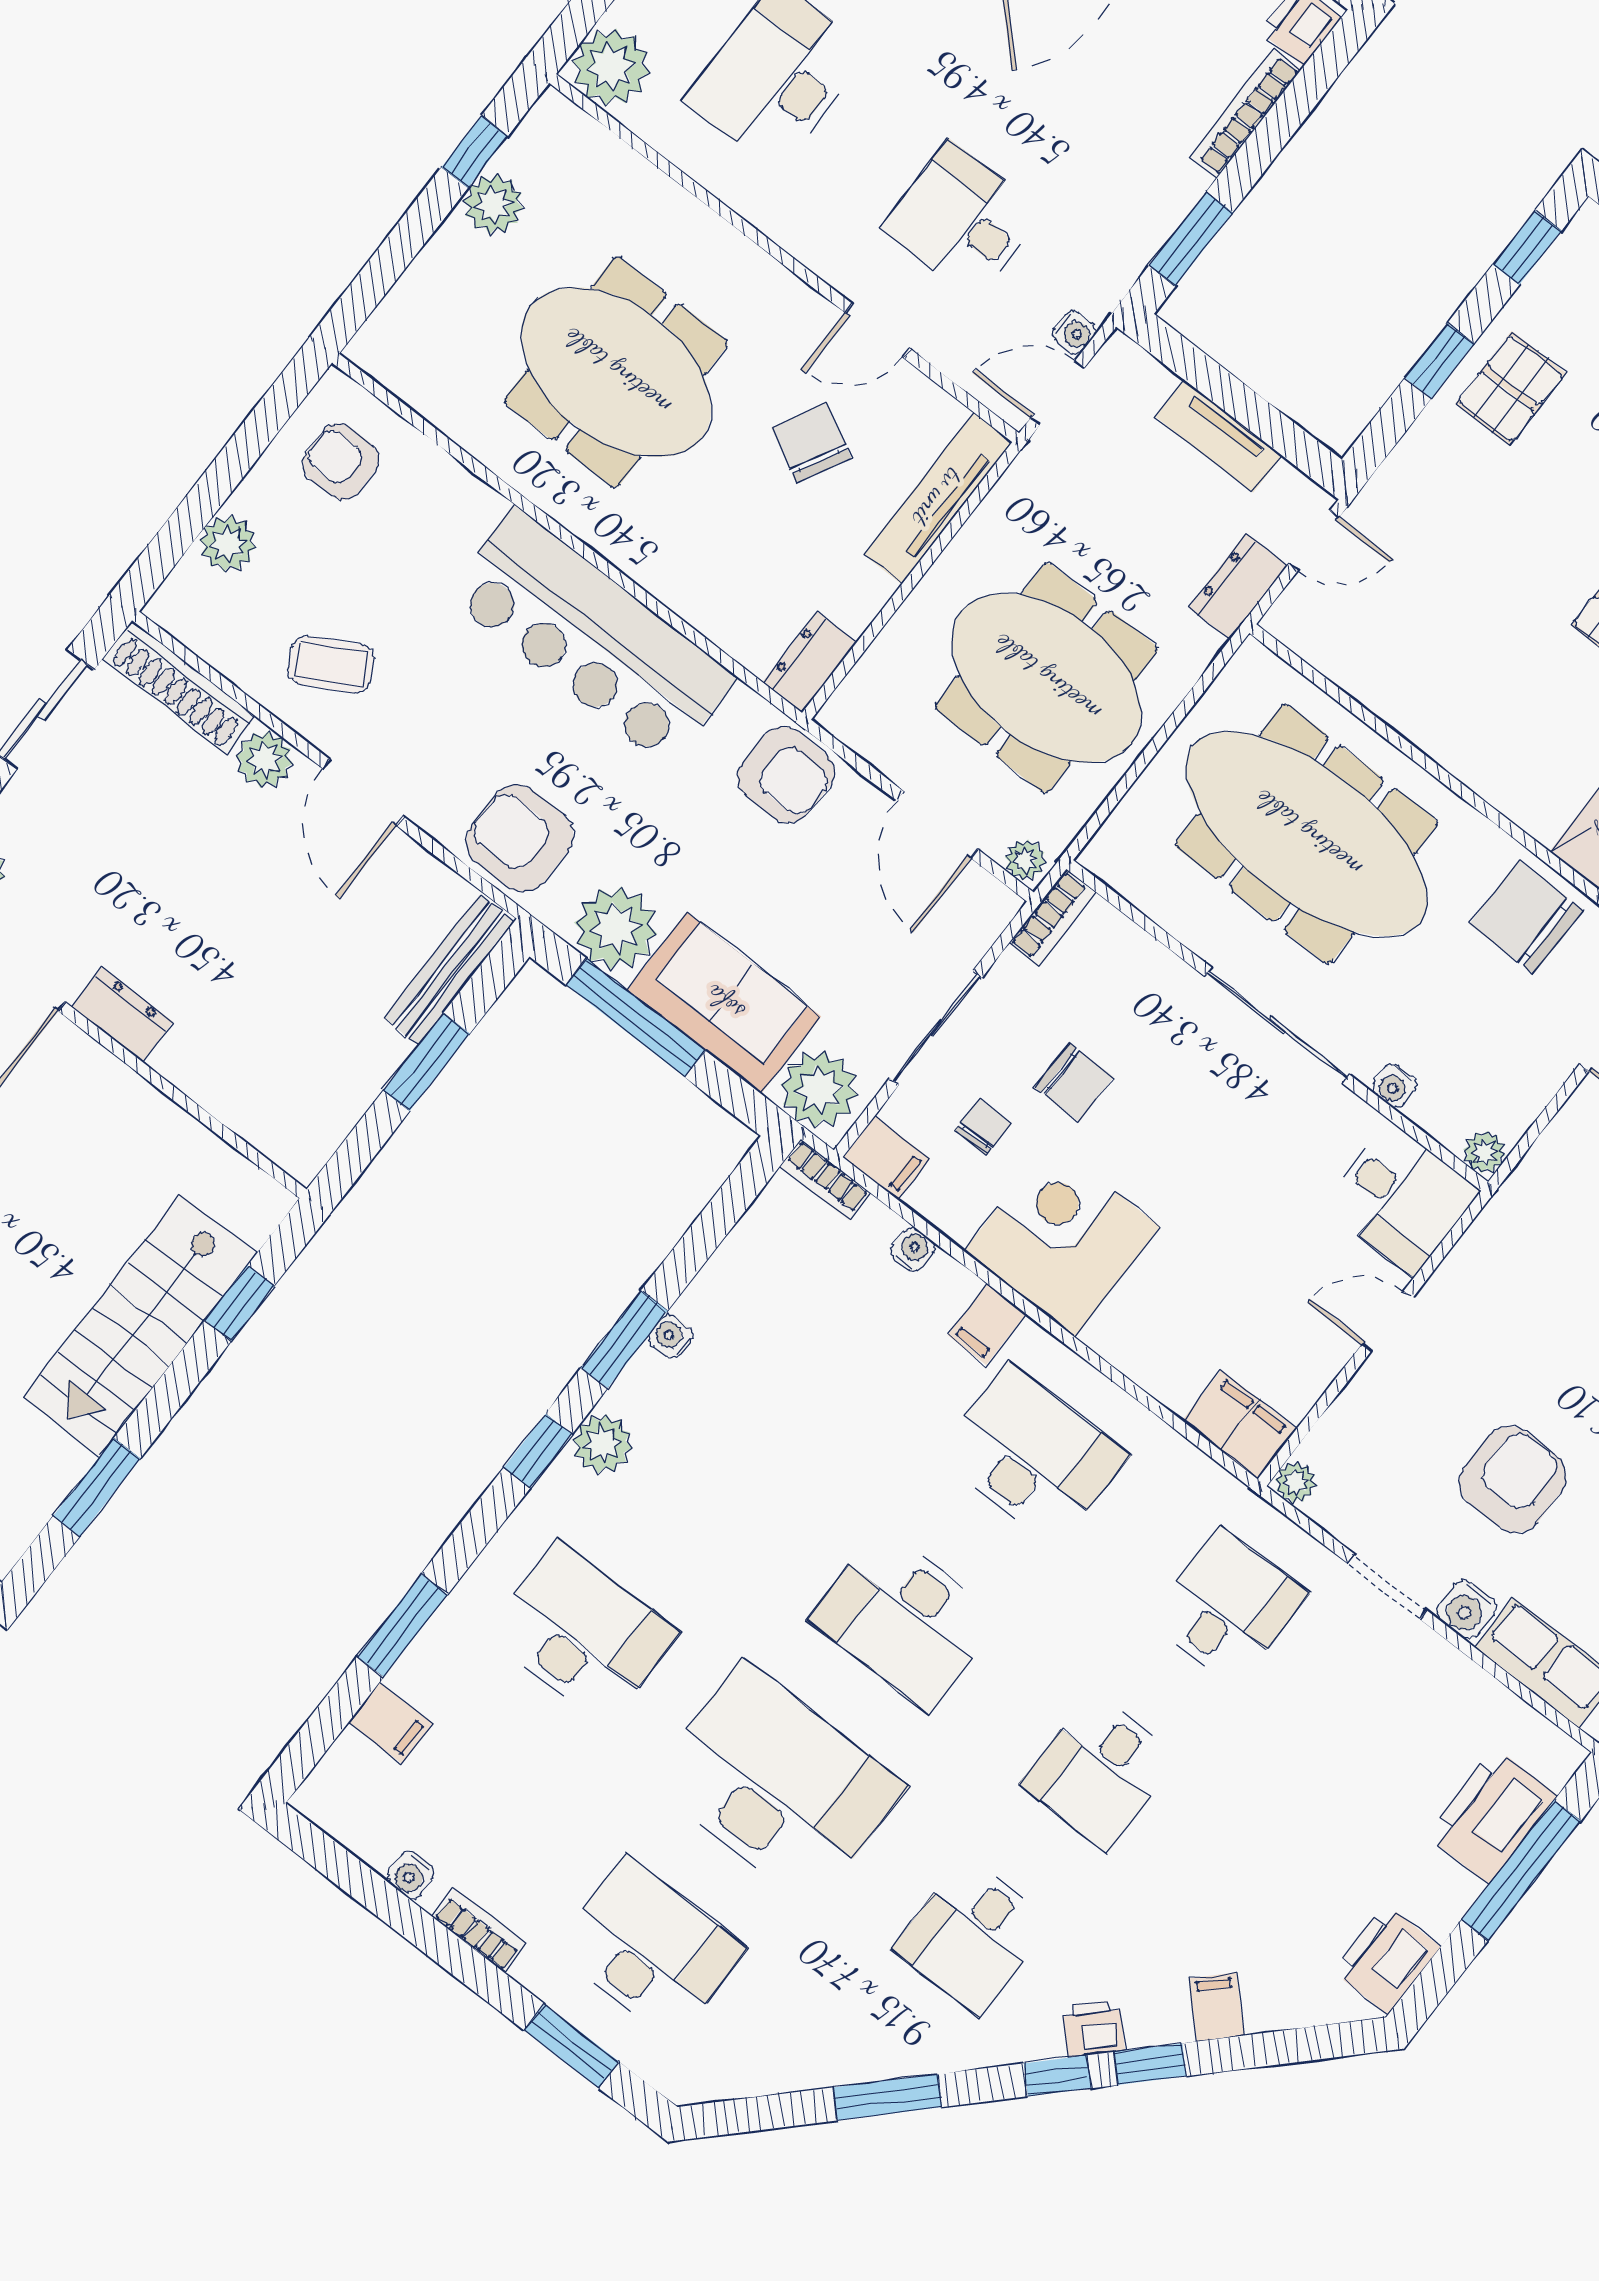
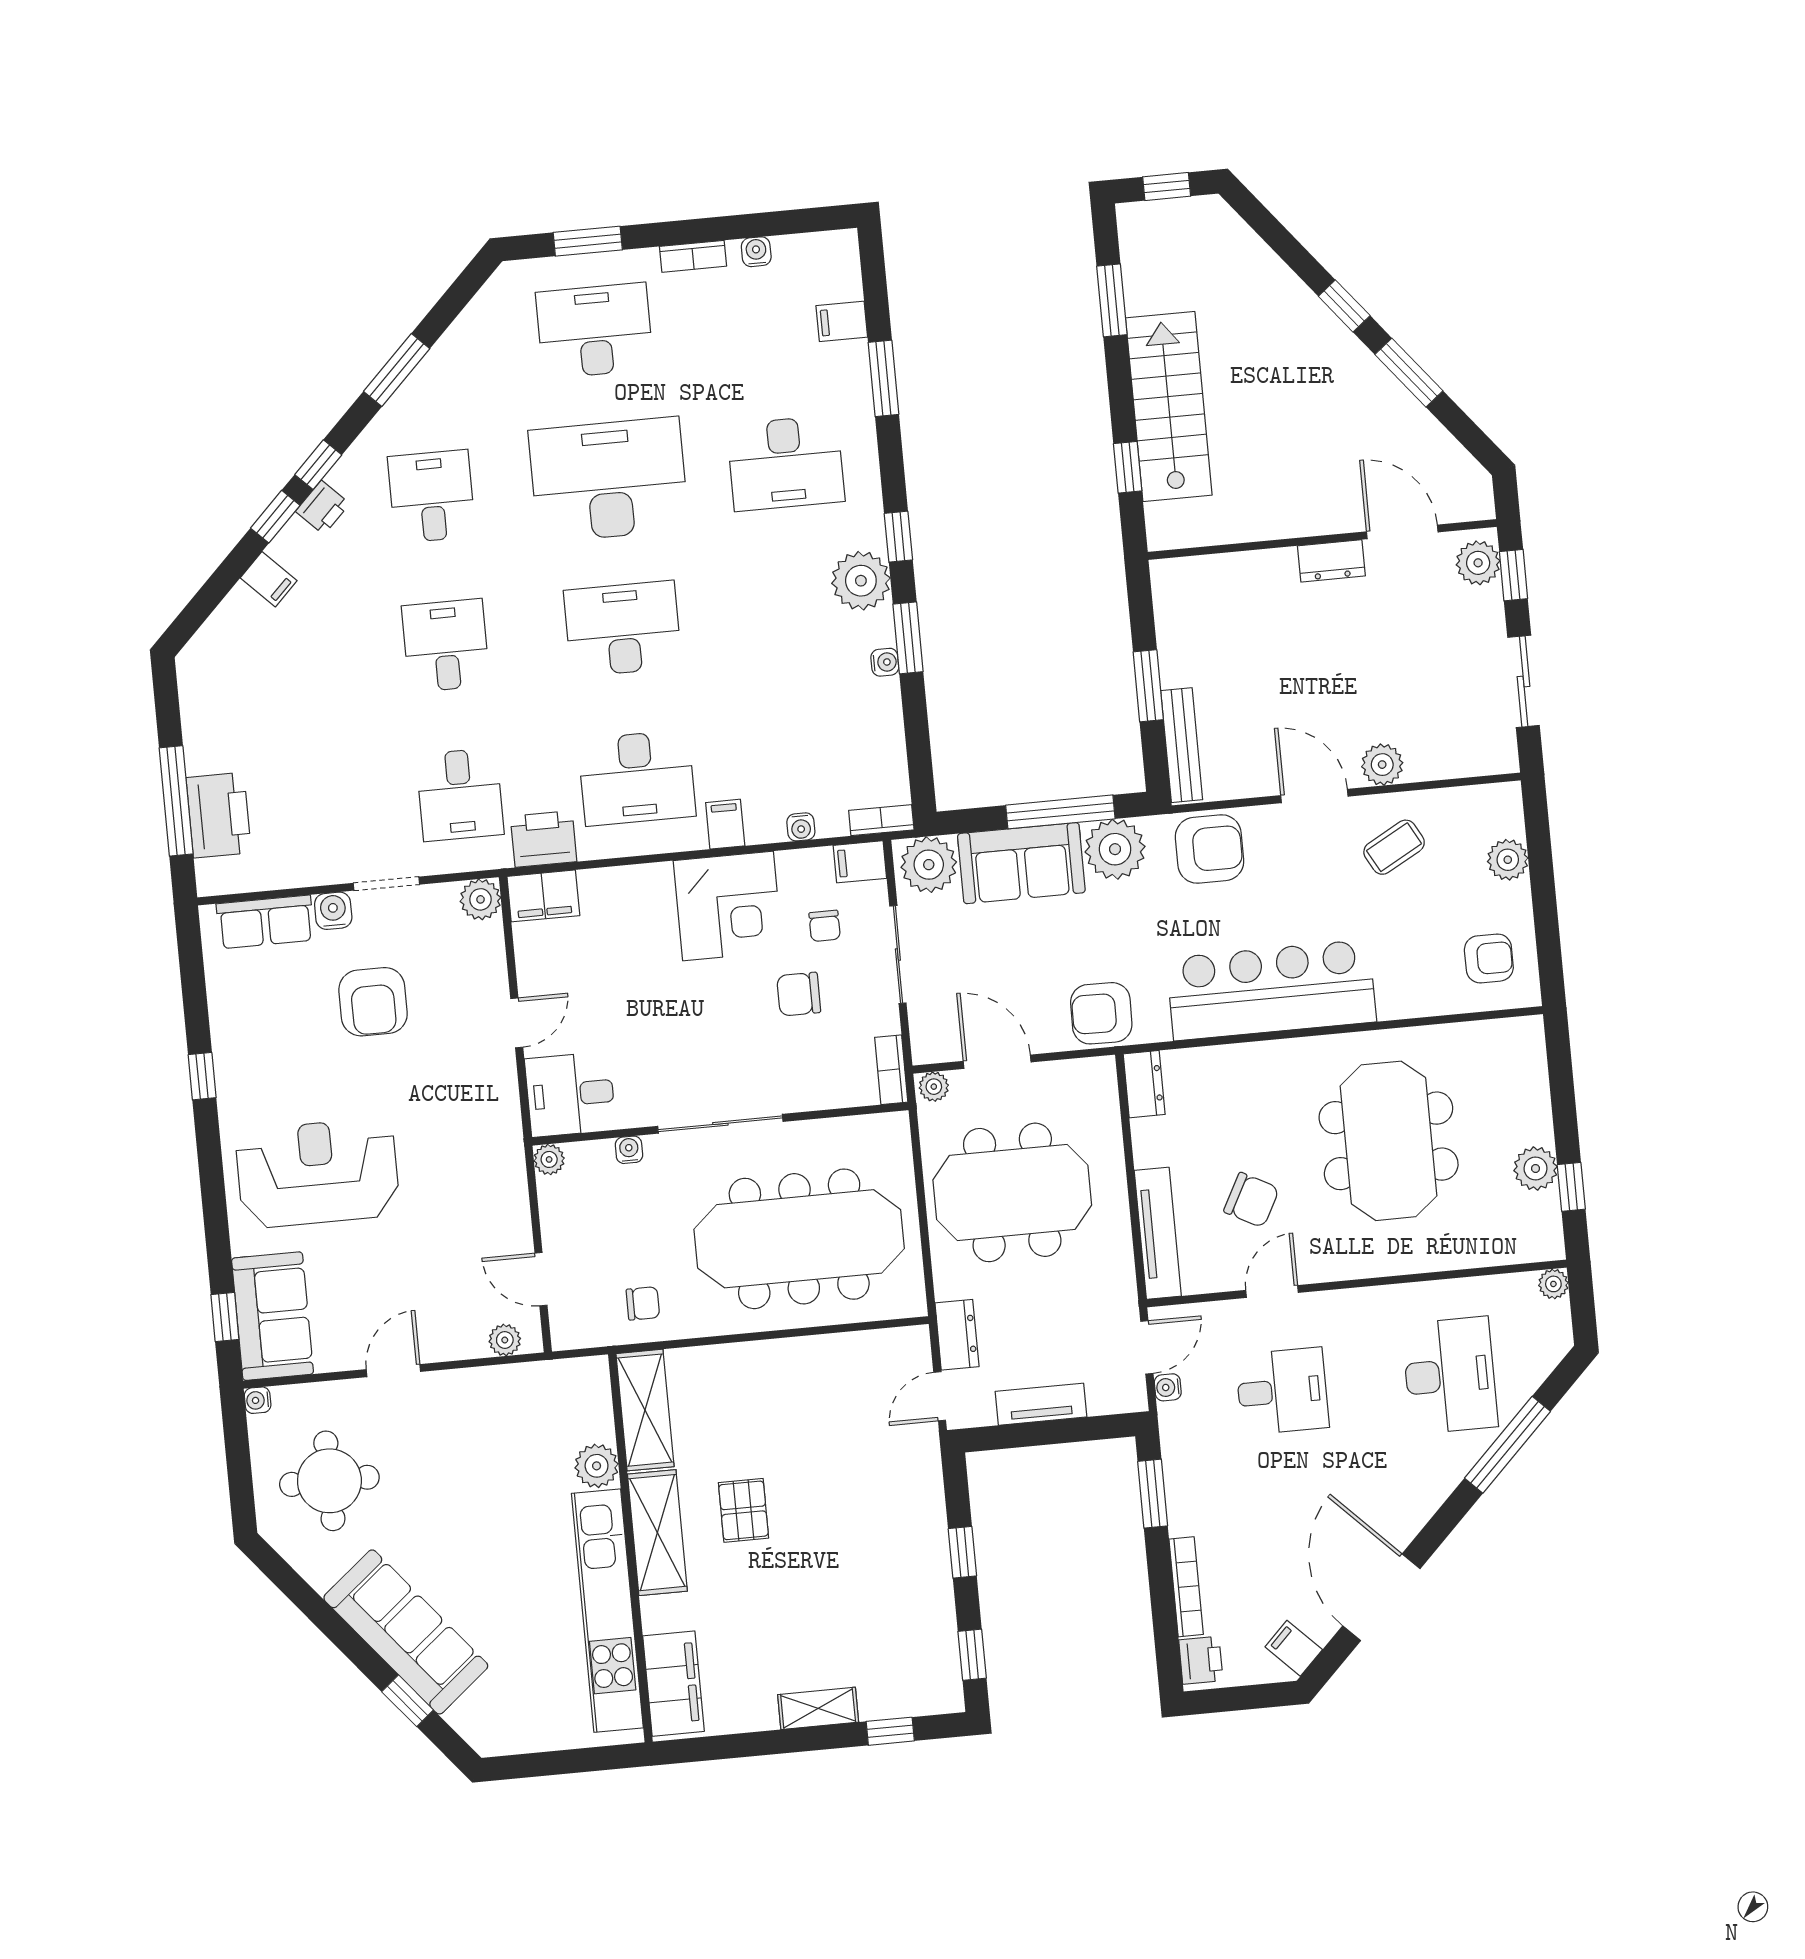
plant: (611, 67) -> (1553, 1284), width x0.53, depth x0.53
meeting table: (616, 372) -> (1389, 1141), turned 90
pallet: (1511, 388) -> (912, 1573), removed
shoe rack: (179, 687) -> (1463, 760), removed
chair: (1526, 917) -> (643, 1303), width x0.54, depth x0.54
plant: (602, 1444) -> (861, 581), width x1.36, depth x1.36
plant: (1296, 1482) -> (480, 899), width x1.38, depth x1.38
desk: (777, 1784) -> (609, 480), turned 180
desk: (650, 1949) -> (595, 331), turned 180
printer: (1386, 1959) -> (544, 839), moved, turned -90

